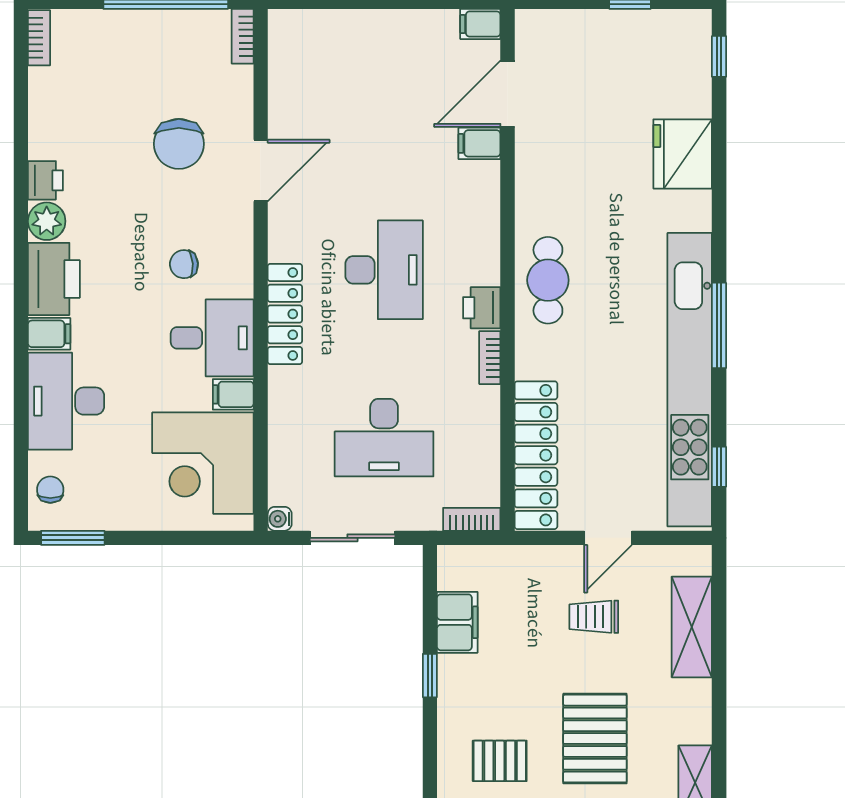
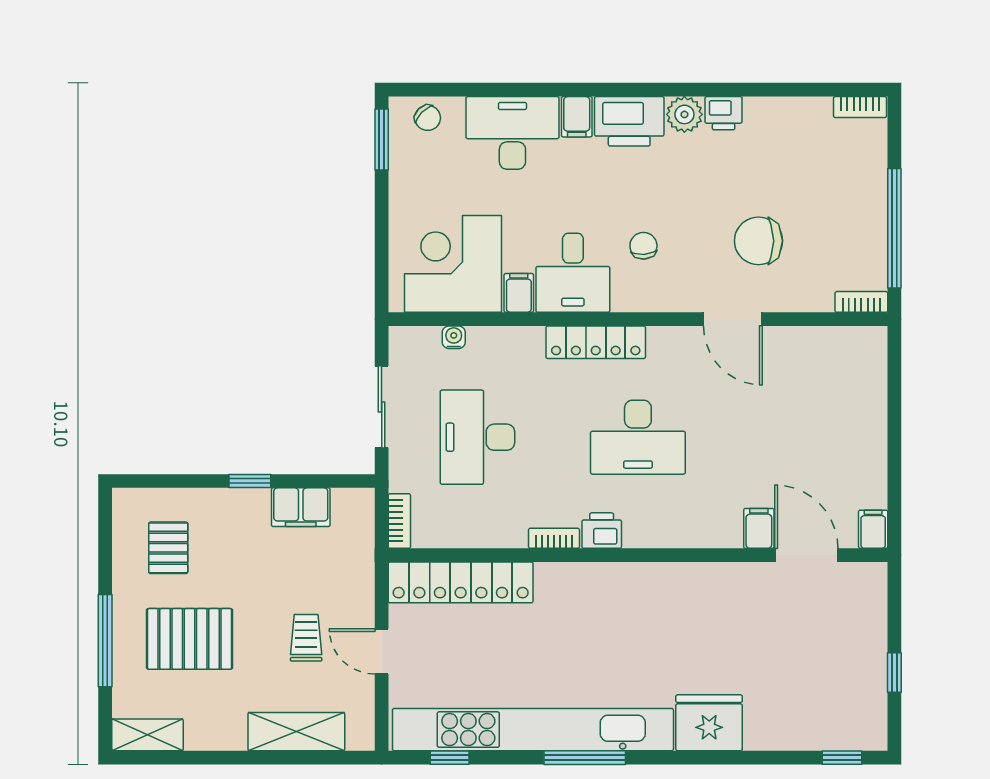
fridge: (683, 154) -> (709, 723), moved
cafe table: (548, 280) -> (628, 594), removed
chair: (50, 490) -> (428, 118), turned 45
water cooler: (280, 519) -> (454, 337), moved

